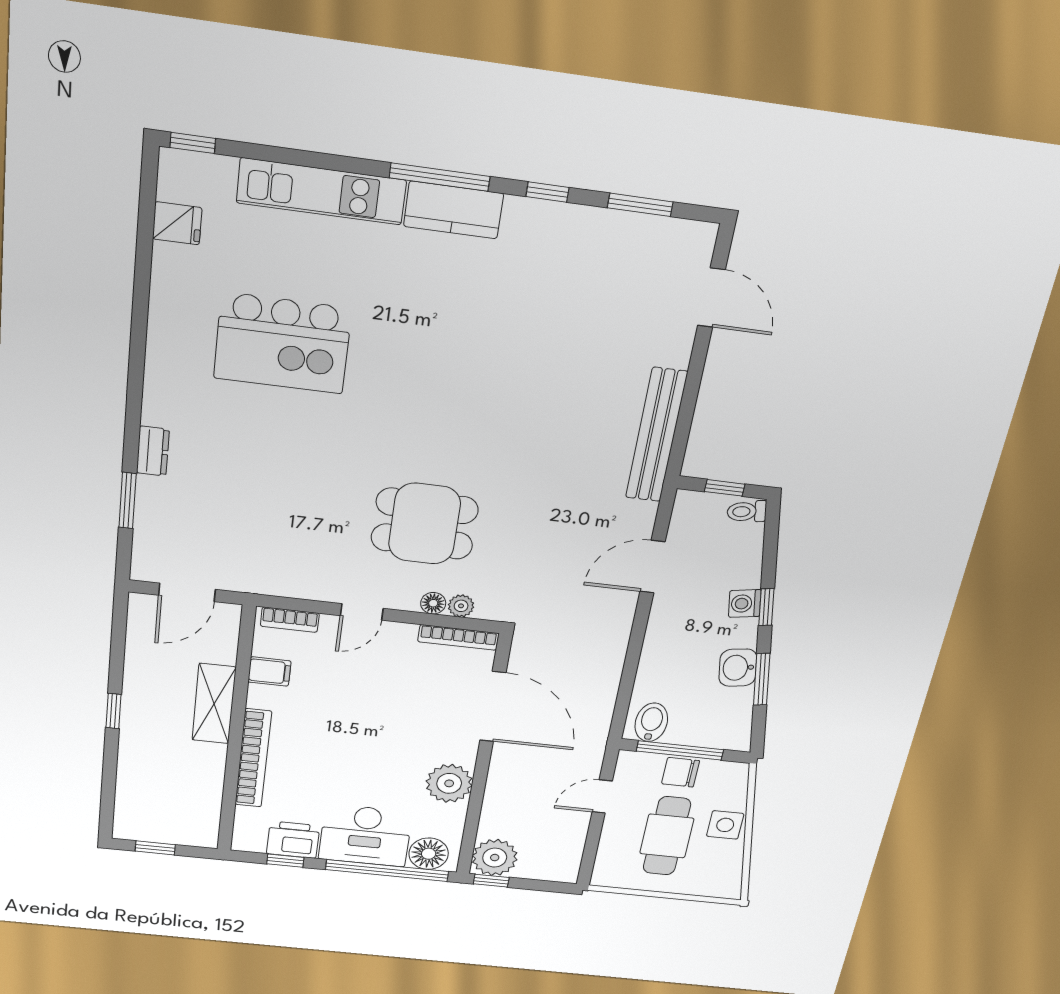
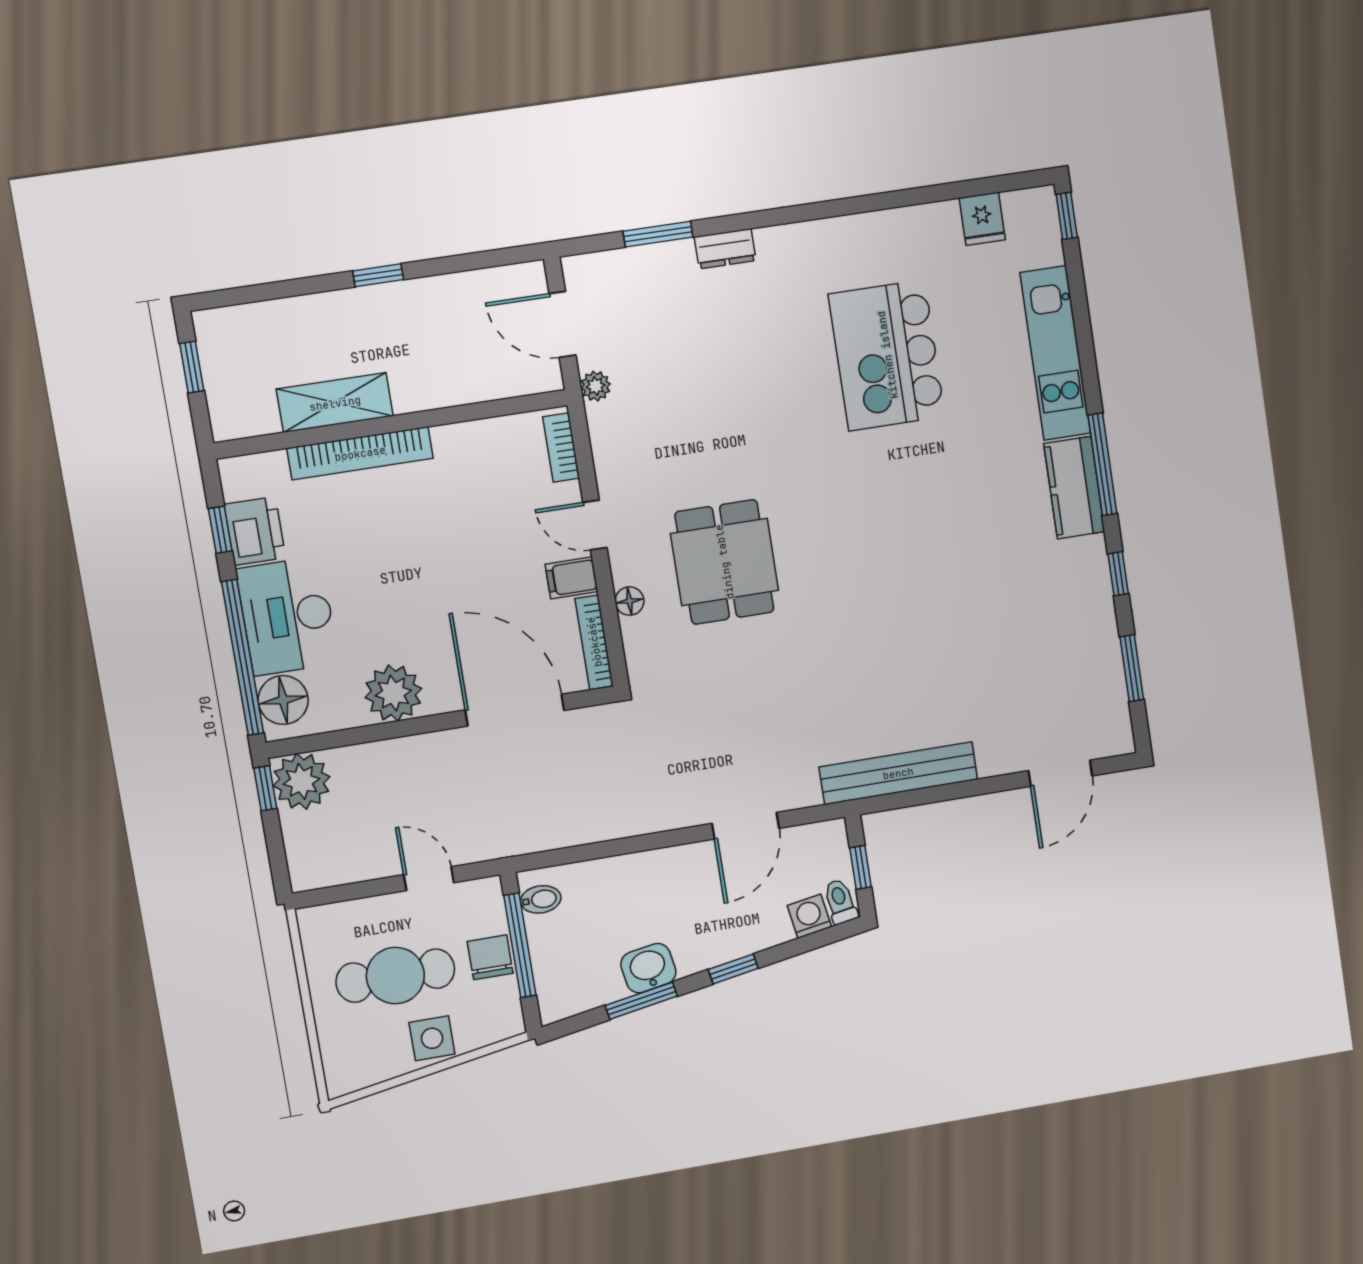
door: (652, 567) -> (746, 826), swing flipped
washing machine: (745, 603) -> (809, 916), moved
plant: (461, 606) -> (596, 386), moved
filing cabinet: (269, 672) -> (572, 578), moved, turned 90
shelving: (214, 704) -> (335, 403), moved
door: (493, 707) -> (515, 710), swing flipped
bidet: (651, 722) -> (541, 899), width x0.72, depth x0.74

